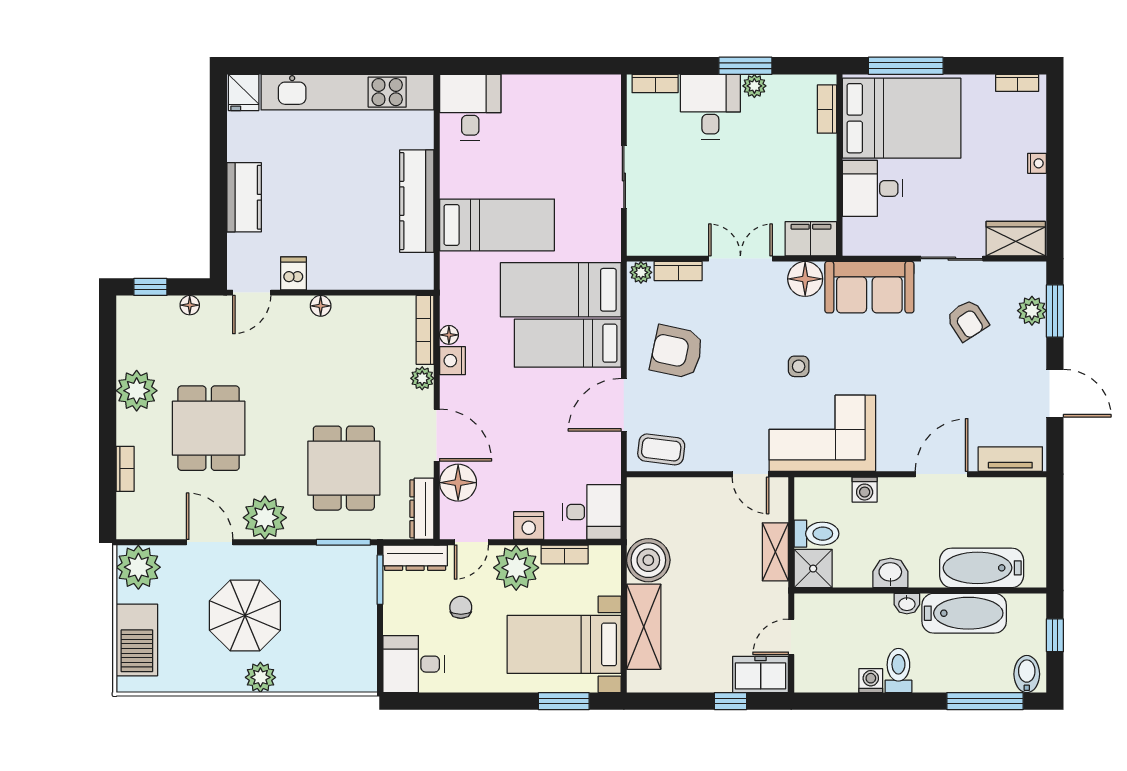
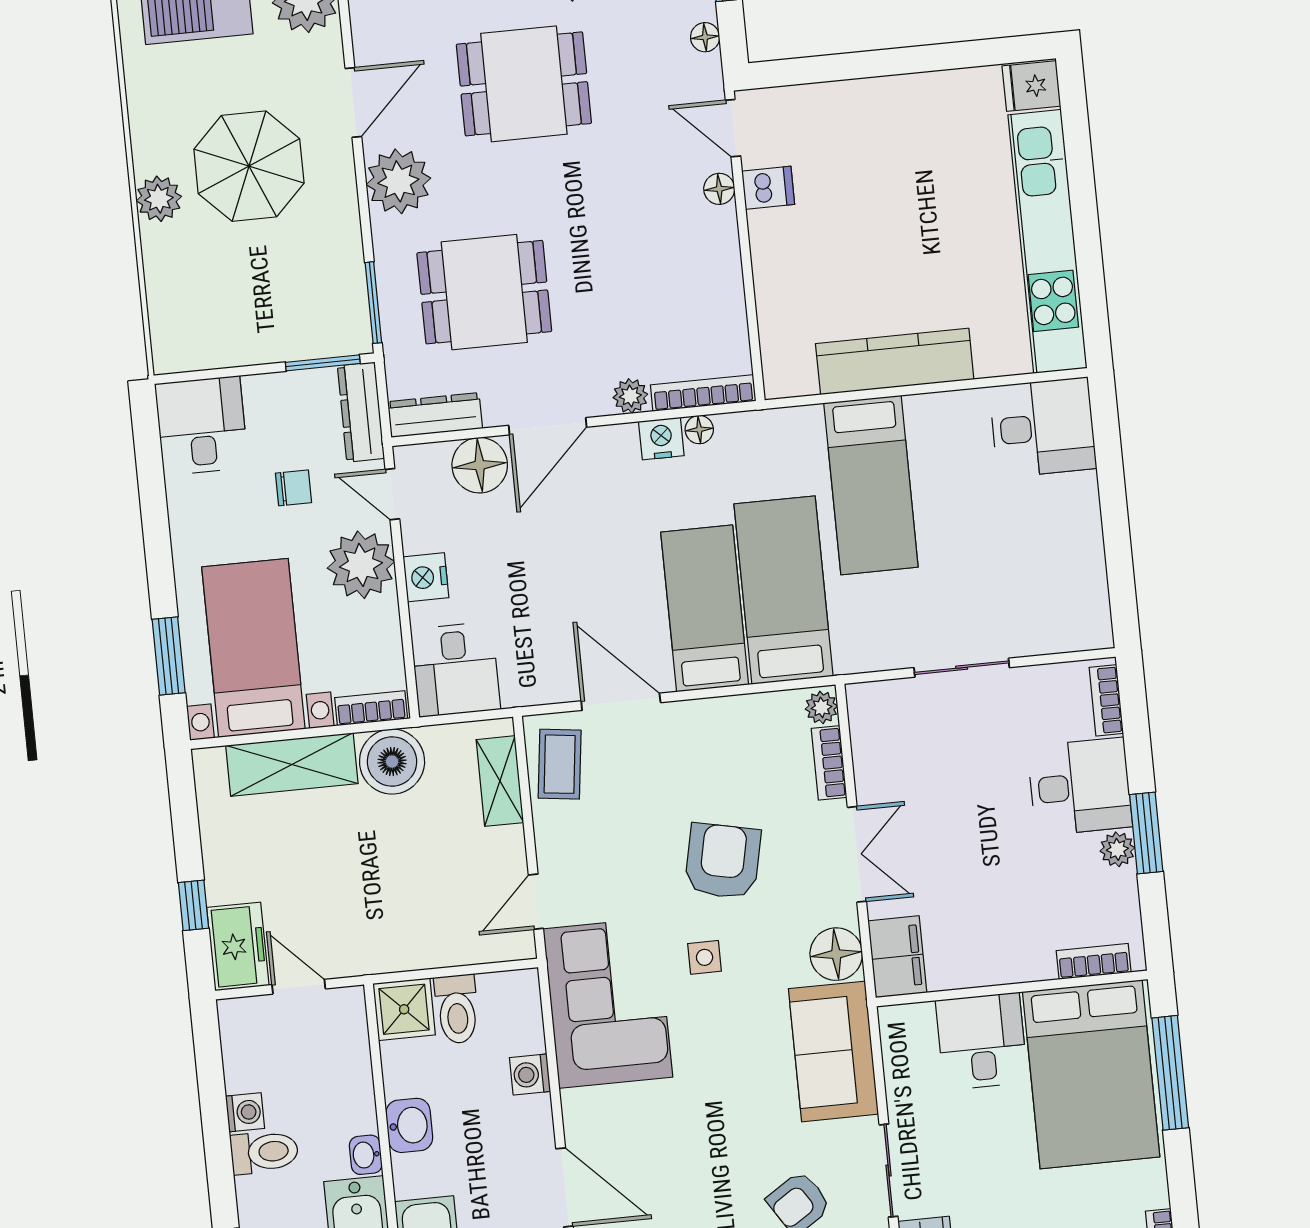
kitchen counter: (244, 197) -> (875, 103), removed
floor lamp: (321, 306) -> (719, 189), moved
armchair: (677, 352) -> (723, 861), moved
shelving: (775, 552) -> (500, 781), moved, turned 90
bookcase: (565, 554) -> (371, 708), moved, turned 90

